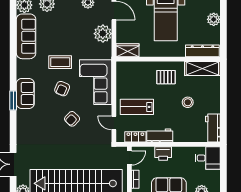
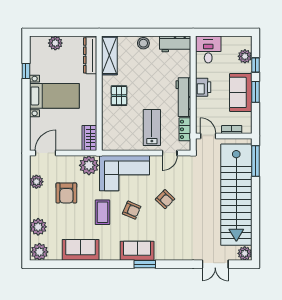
armchair: (78, 29) -> (66, 193), added
plant: (103, 34) -> (89, 165), moved
sofa: (26, 36) -> (81, 250), width x0.73
stool: (188, 102) -> (143, 43), moved
lab bench: (137, 107) -> (152, 128), turned 180
workbench: (160, 135) -> (183, 97), width x1.38
printer: (163, 153) -> (203, 87), moved

